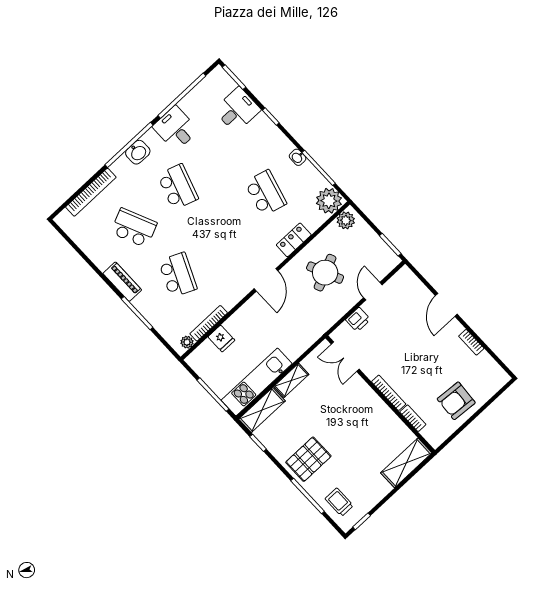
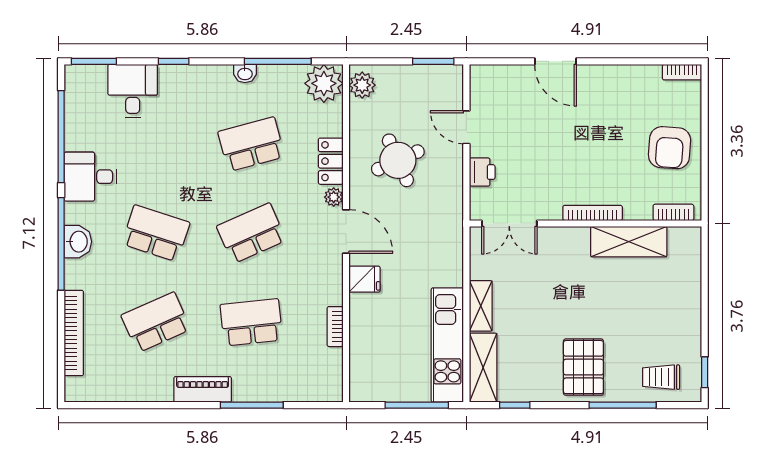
school desk: (266, 193) -> (251, 144), turned -30
school desk: (222, 234) -> (251, 233), added
school desk: (178, 275) -> (251, 322), turned -30
bookcase: (209, 323) -> (335, 327), width x0.64
fridge: (221, 339) -> (365, 279), moved
plant: (187, 342) -> (334, 197), moved
bookcase: (471, 342) -> (682, 72), moved
bookcase: (413, 418) -> (673, 212), moved
shelving: (406, 463) -> (629, 242), moved, turned 90

